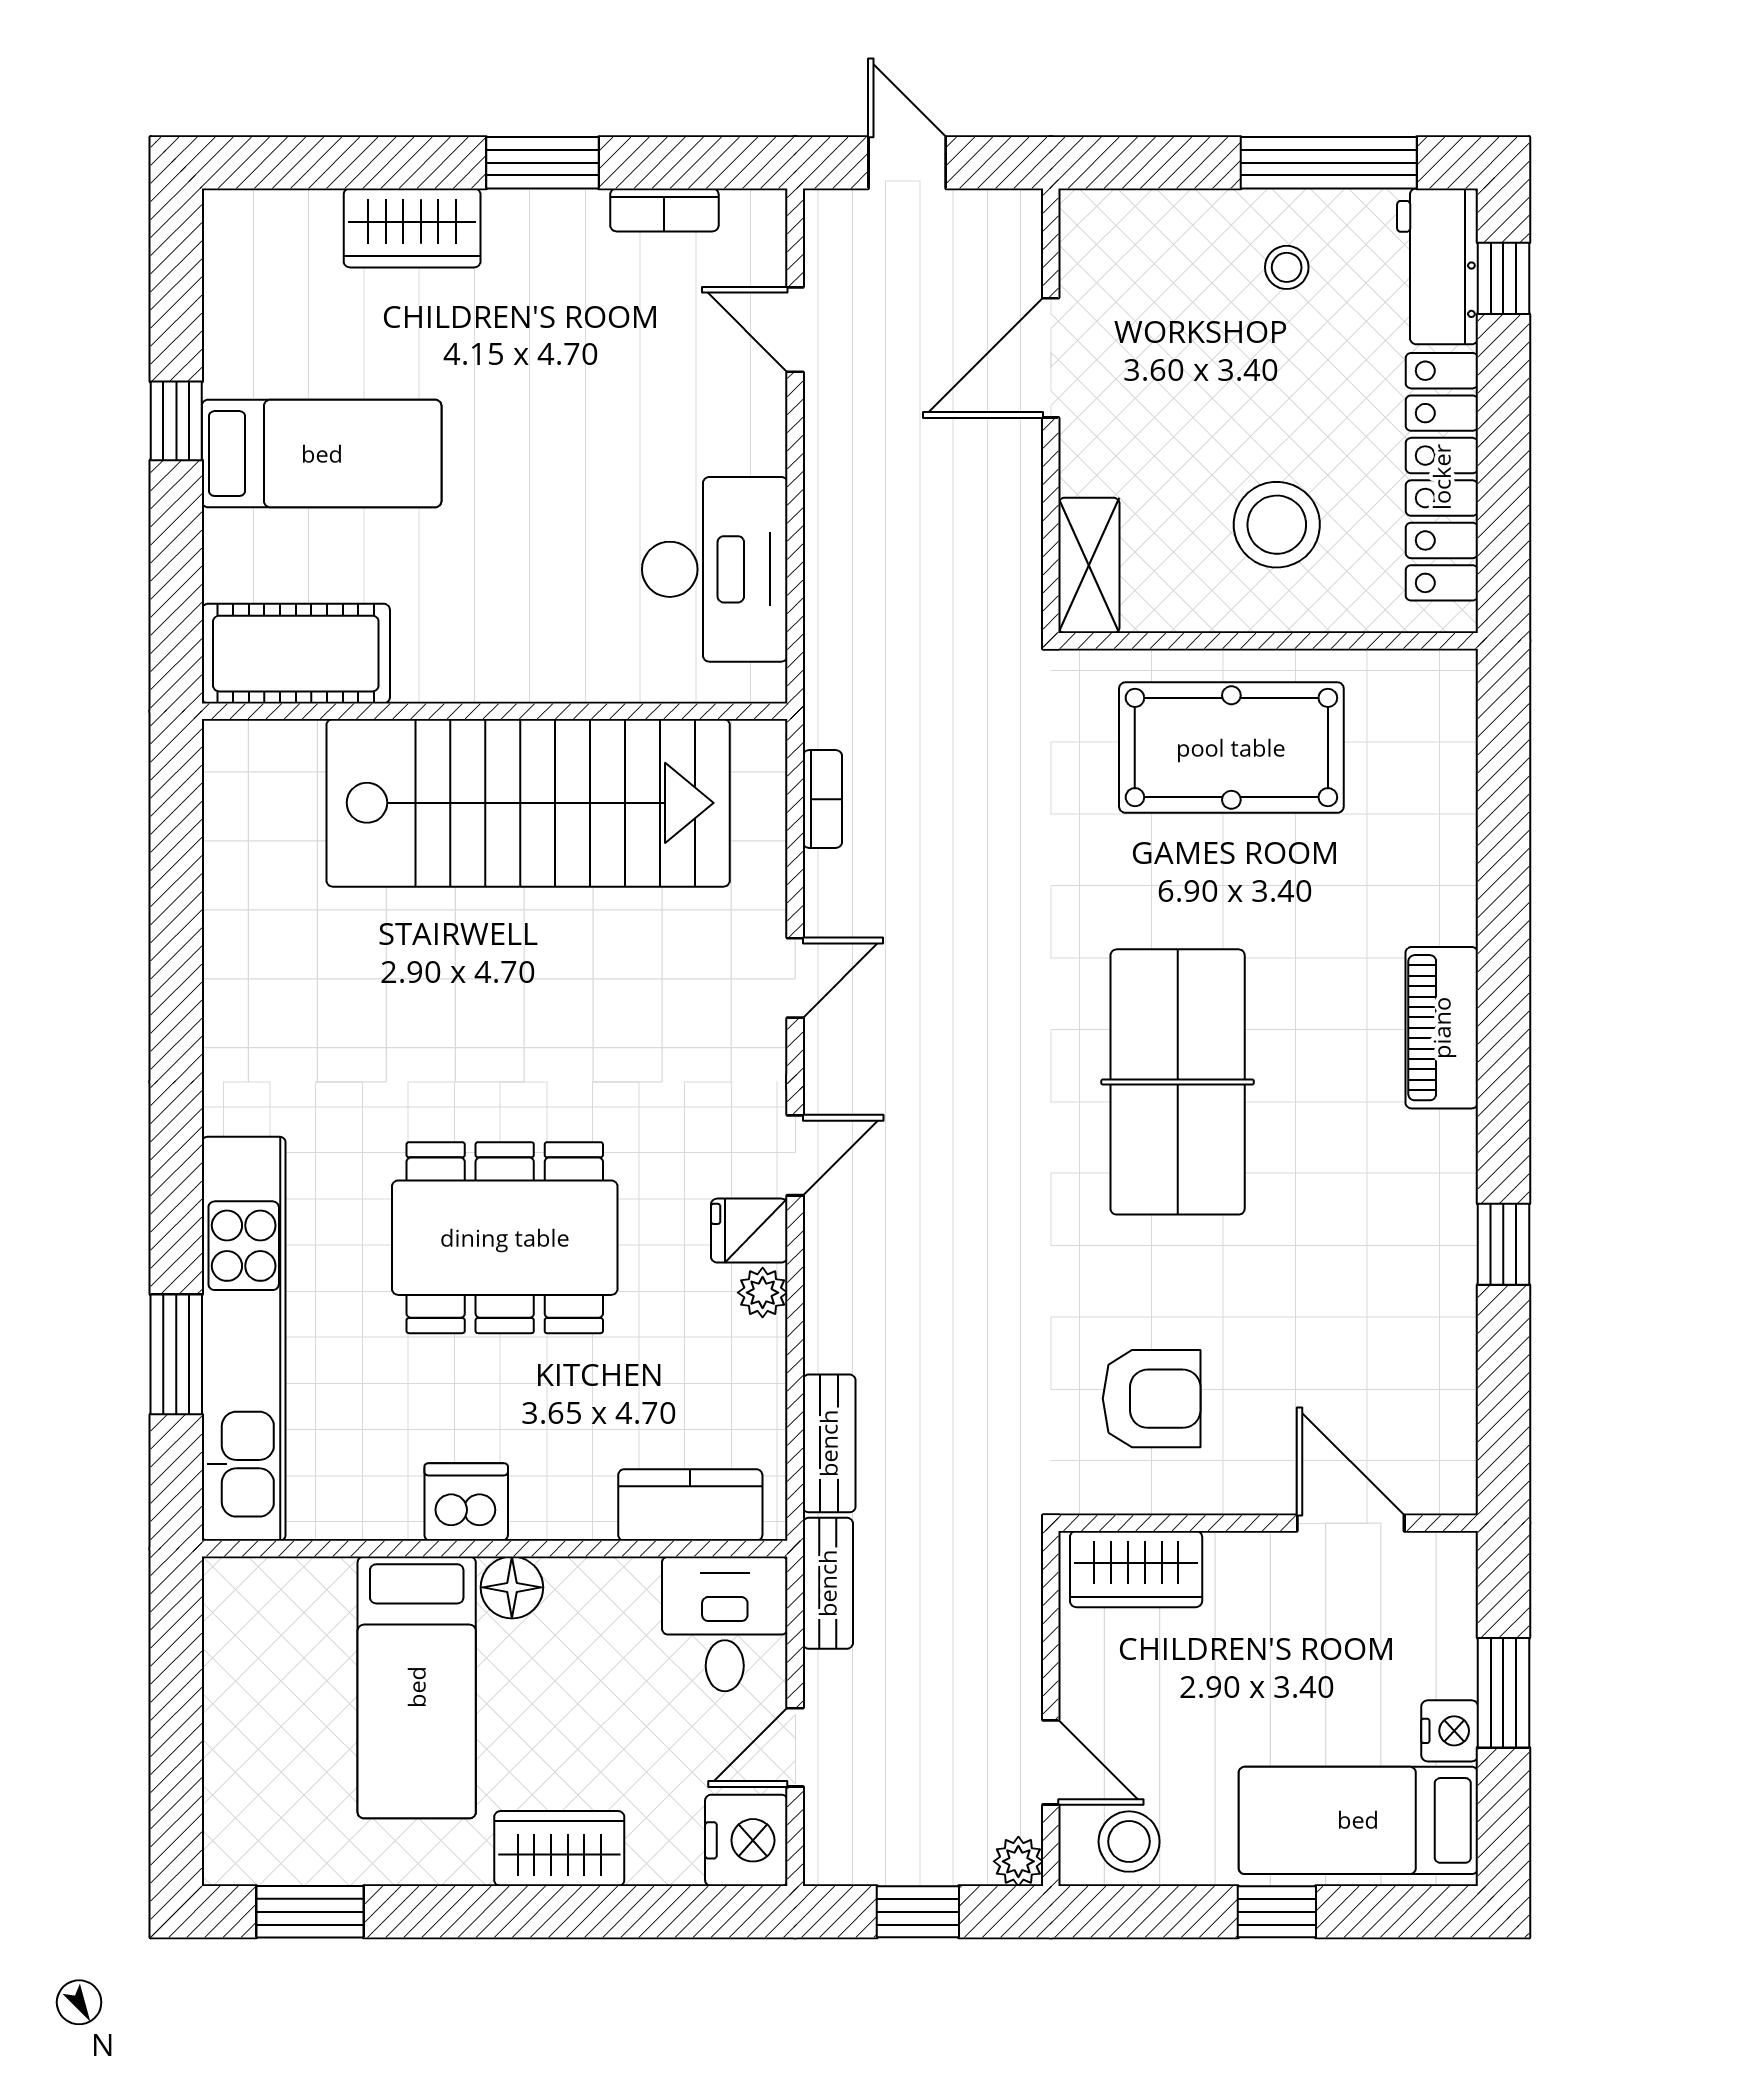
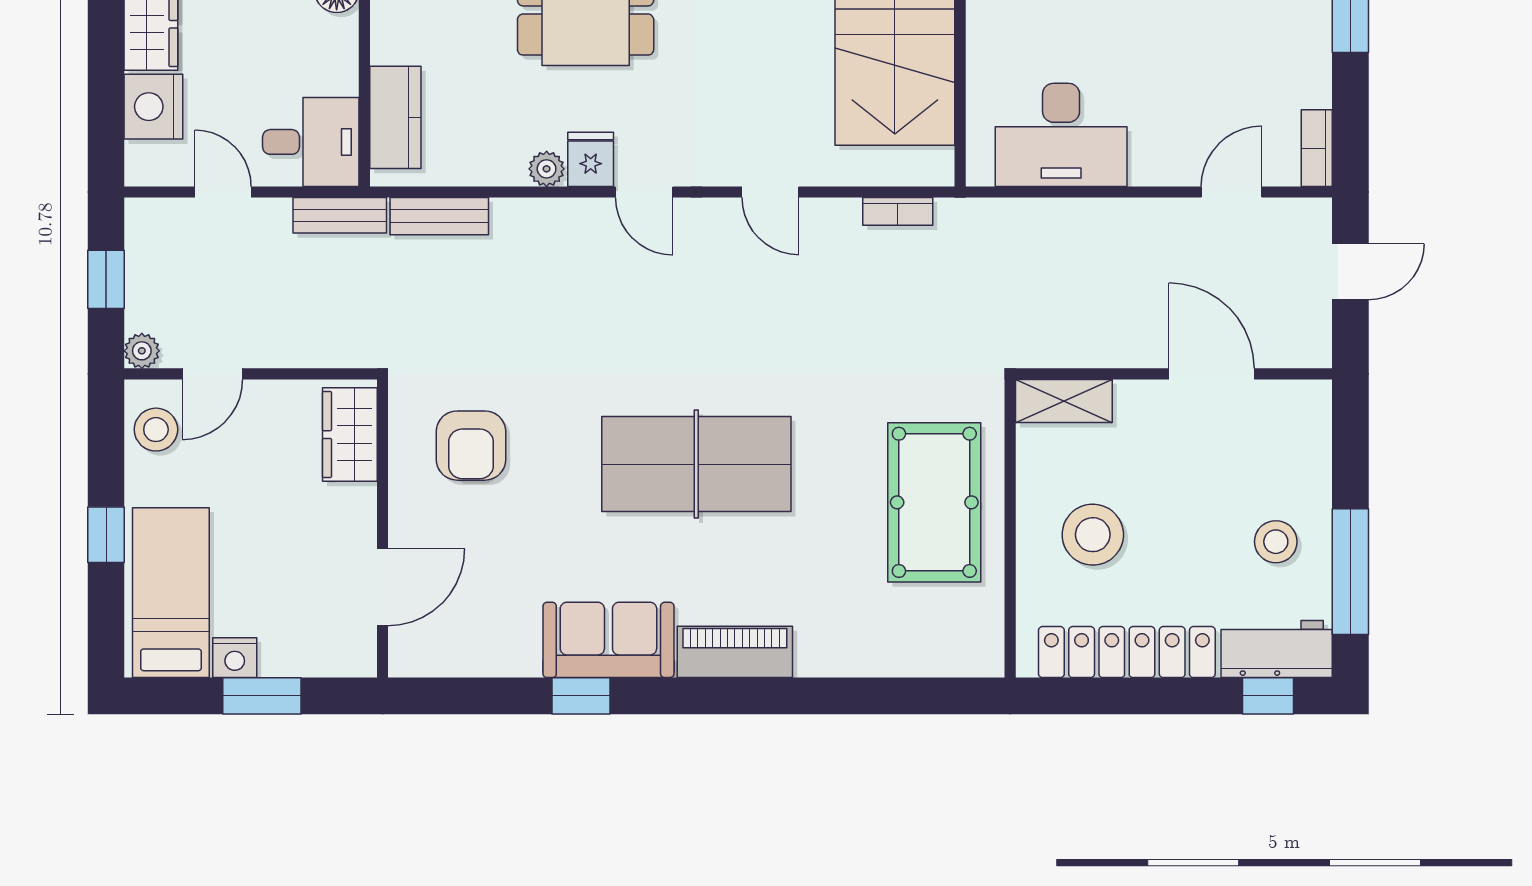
bookcase: (664, 210) -> (1317, 148), moved
stool: (1287, 267) -> (1276, 542), width x1.37, depth x1.37
sofa: (1425, 1206) -> (608, 640), added
nightstand: (746, 1840) -> (153, 107), moved, turned 90

